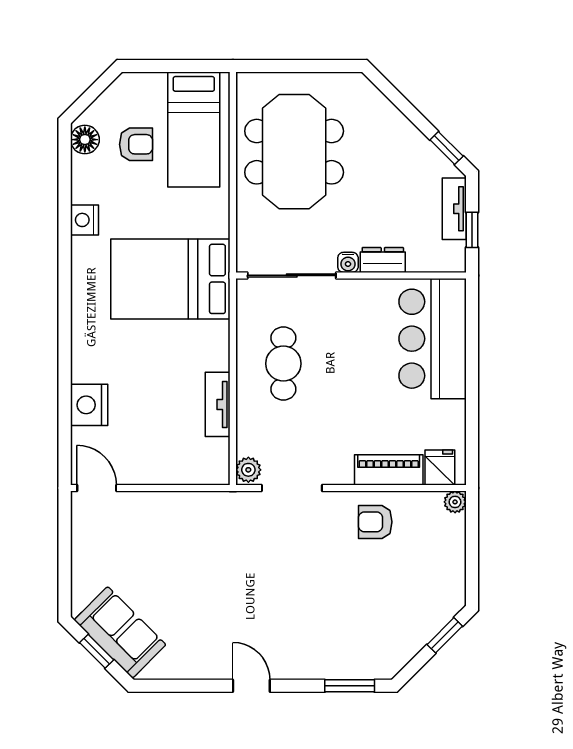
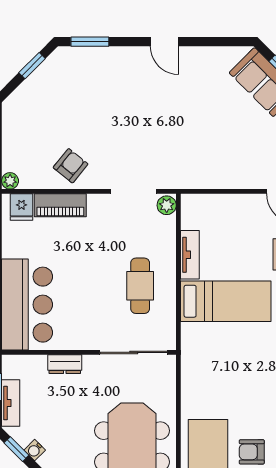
water cooler: (348, 262) -> (35, 450), moved, turned -135
bed: (170, 279) -> (226, 301), moved, width x0.67
armchair: (375, 522) -> (71, 166), turned -51
window: (445, 635) -> (32, 66), moved

